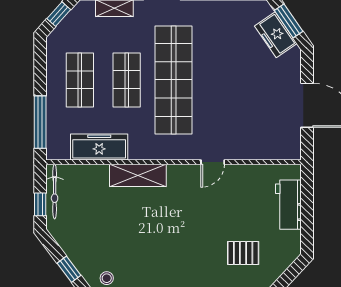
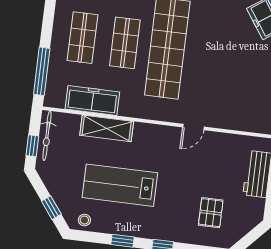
shelving: (138, 175) -> (107, 128), moved
lab bench: (141, 235) -> (120, 185), added
pallet: (243, 253) -> (211, 213), turned 90

